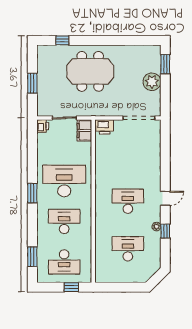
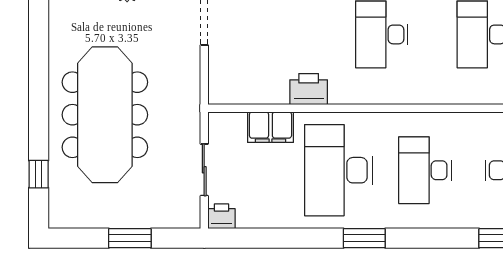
meeting table: (90, 71) -> (105, 115), width x1.36
printer: (105, 127) -> (309, 89), moved, turned -90
filing cabinet: (84, 130) -> (270, 127), moved

